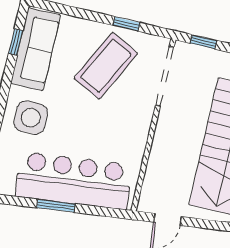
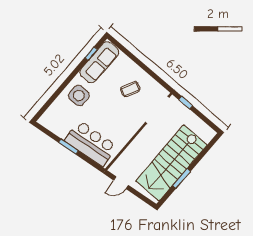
window: (126, 24) -> (152, 73), removed
coffee table: (106, 66) -> (130, 89), width x0.54, depth x0.58
bar counter: (74, 181) -> (91, 143), width x0.73

